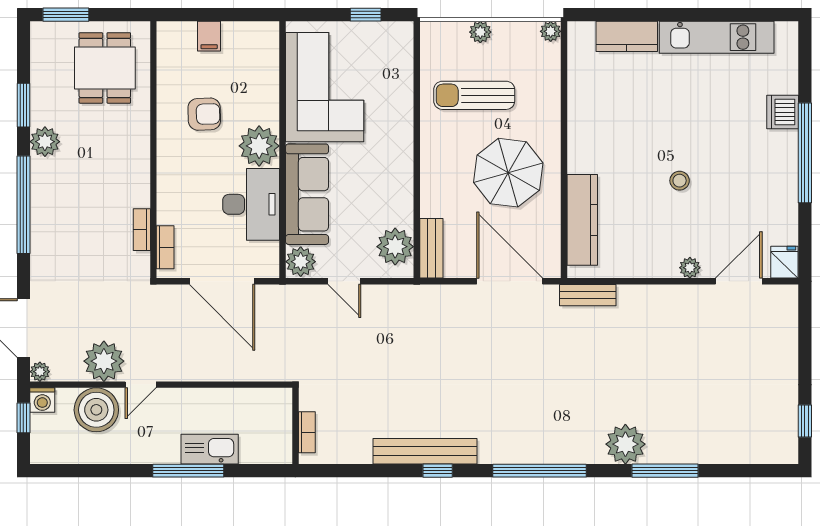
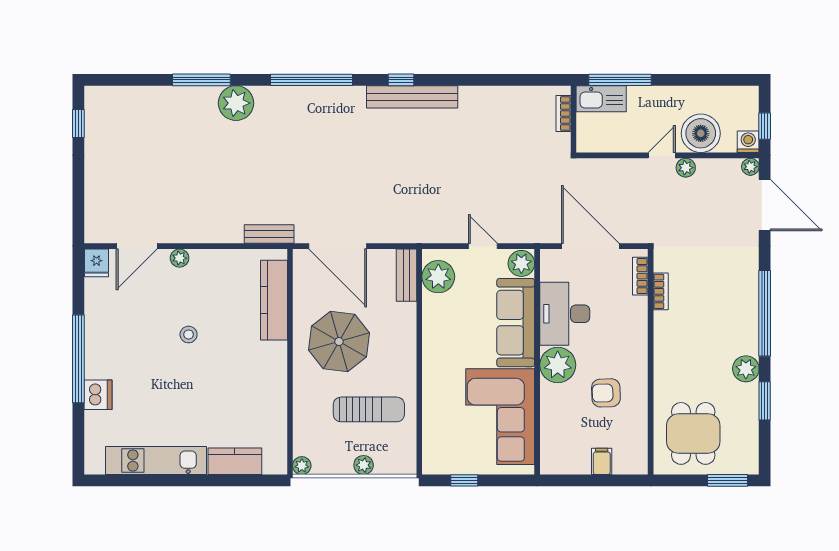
plant: (104, 361) -> (686, 168), width x0.53, depth x0.53
wall: (295, 426) -> (573, 119), moved
bookcase: (307, 432) -> (563, 114), moved

